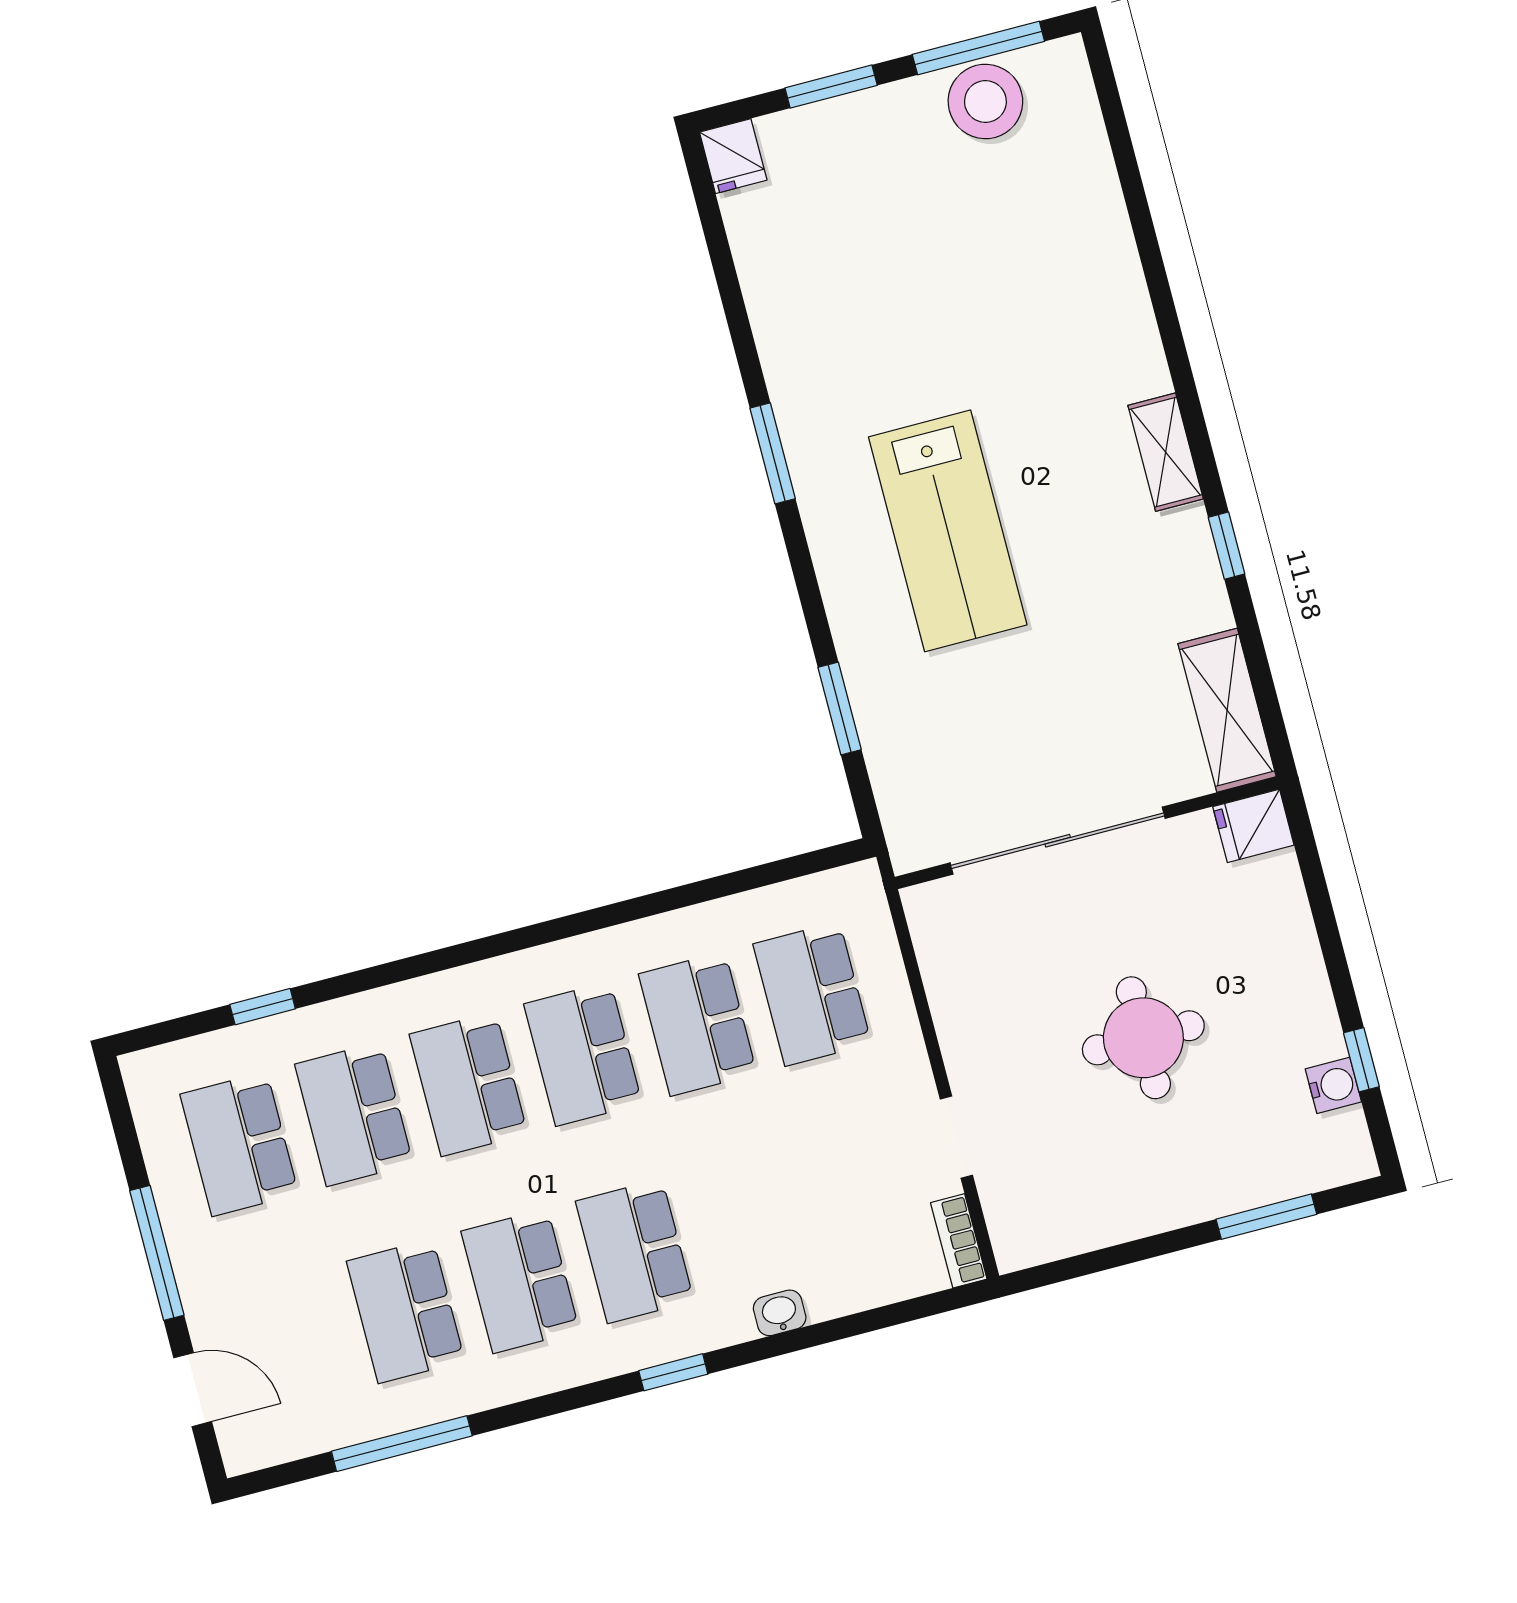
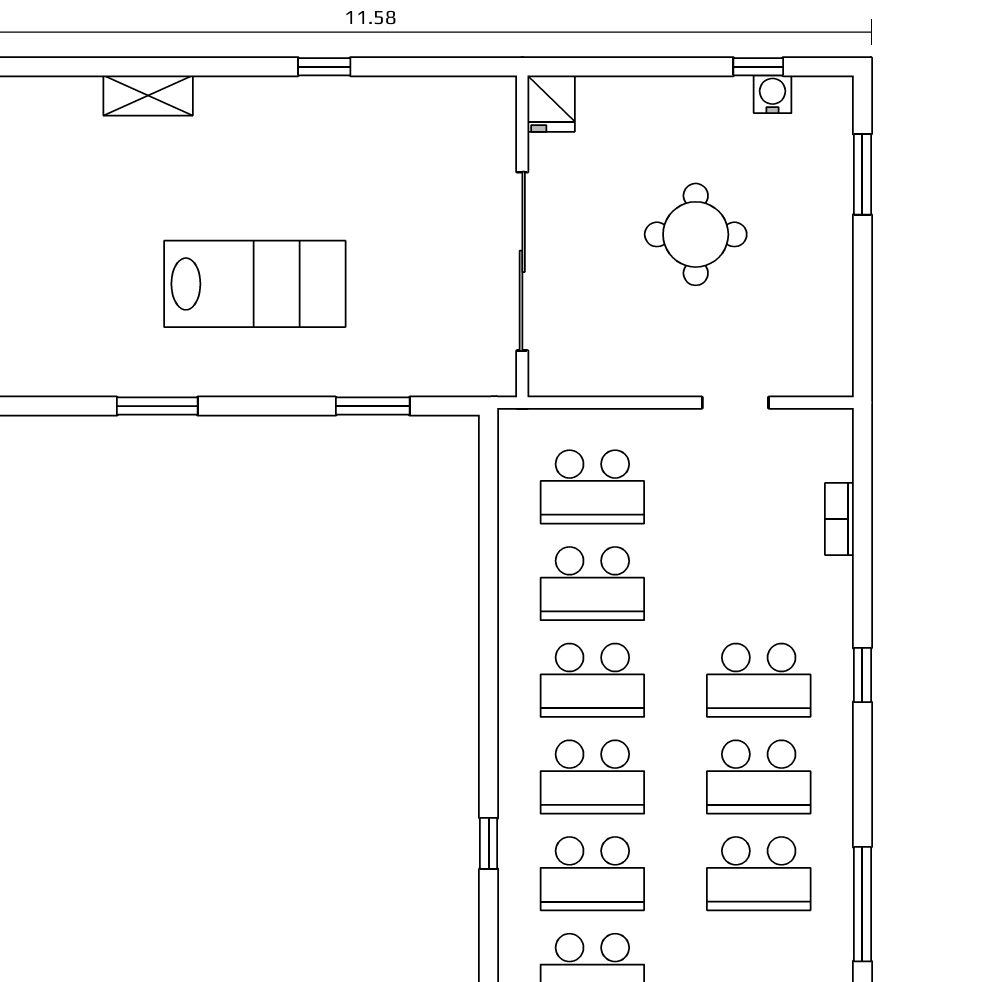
shelving: (1166, 452) -> (148, 95), moved
shelving: (1227, 710) -> (454, 100), removed
window: (263, 1007) -> (489, 843), moved
bookcase: (959, 1241) -> (839, 519), moved, turned 90
washbasin: (780, 1313) -> (838, 579), removed

